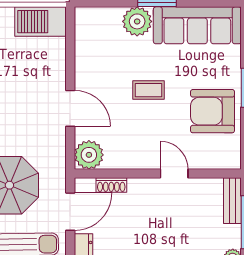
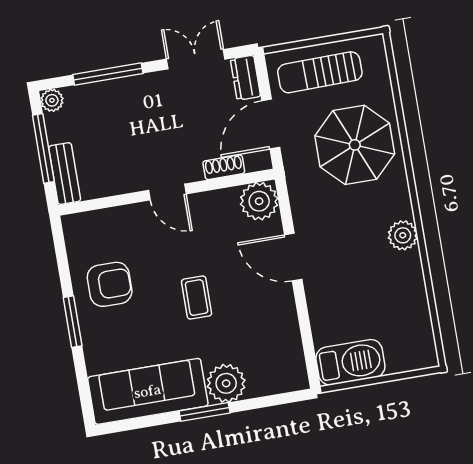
coffee table: (149, 90) -> (197, 298), turned 90
armchair: (213, 111) -> (110, 284), width x0.73, depth x0.73
door: (174, 174) -> (167, 192), moved

